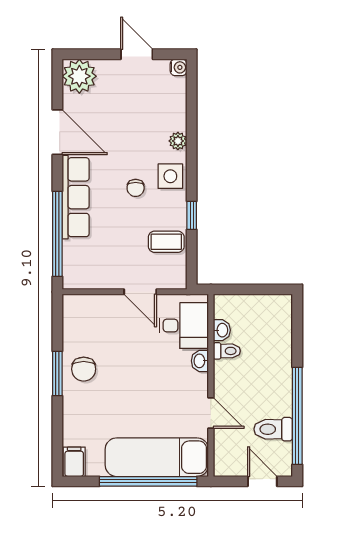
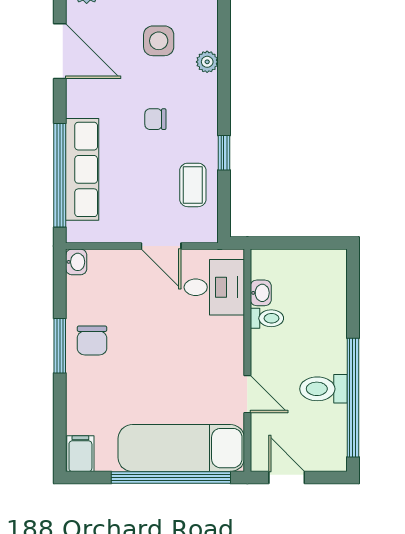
side table: (170, 176) -> (159, 41), moved
chair: (136, 188) -> (155, 119), turned 90
row of seats: (76, 197) -> (82, 169), moved
coffee table: (166, 242) -> (193, 185), turned 90
washbasin: (200, 361) -> (76, 262), moved, turned 180
toilet: (273, 429) -> (323, 389), moved
door: (262, 481) -> (287, 478), moved

